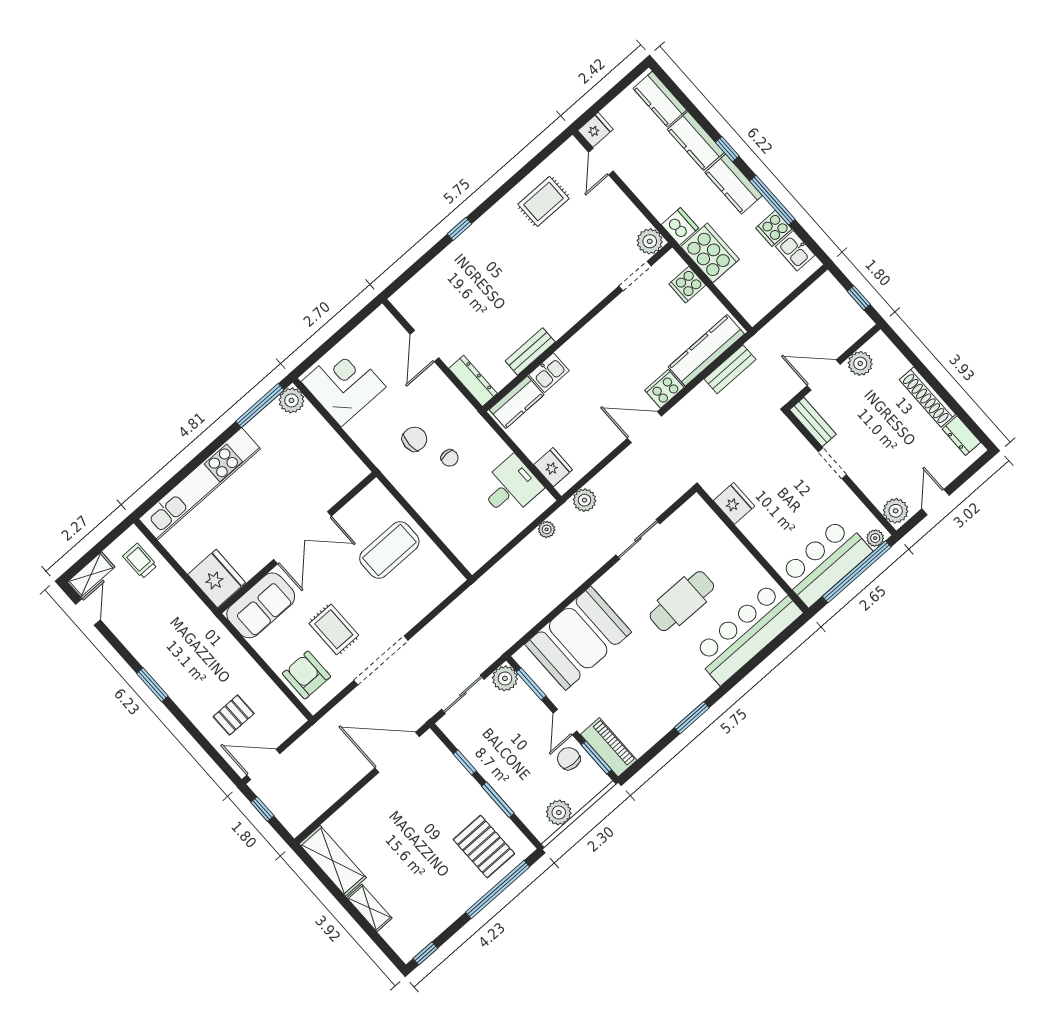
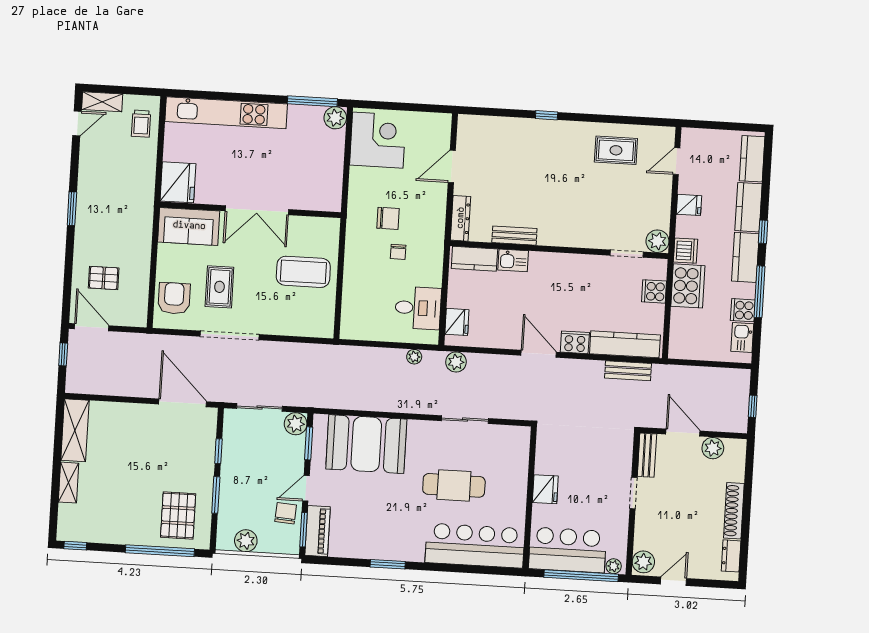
fridge: (595, 130) -> (689, 205), moved
fridge: (734, 503) -> (545, 489), moved
trolley: (140, 561) -> (141, 124), turned 180

